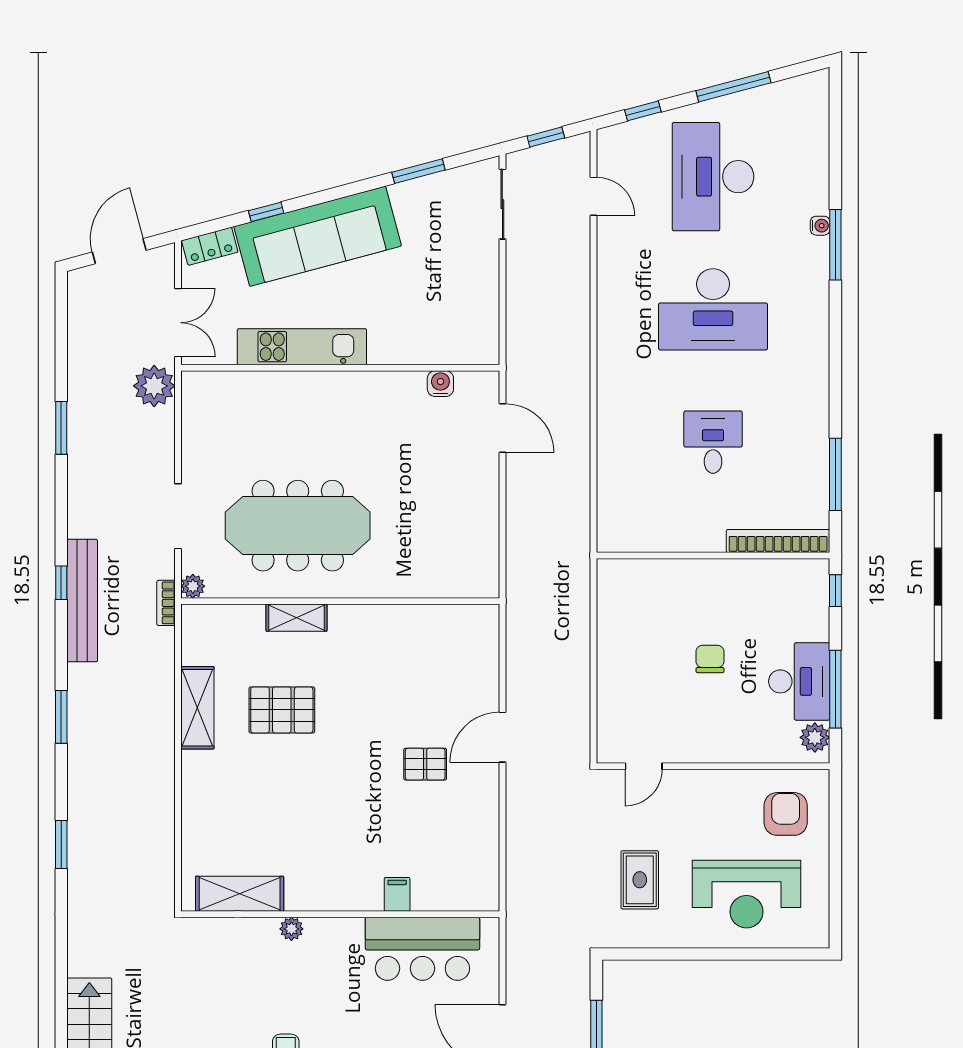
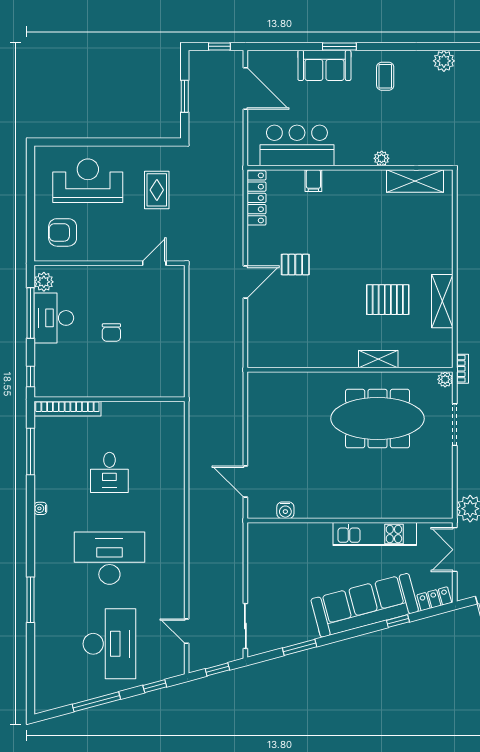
water cooler: (820, 226) -> (40, 508), moved
armchair: (786, 814) -> (63, 232), turned 90
locker: (485, 867) -> (257, 198), added

